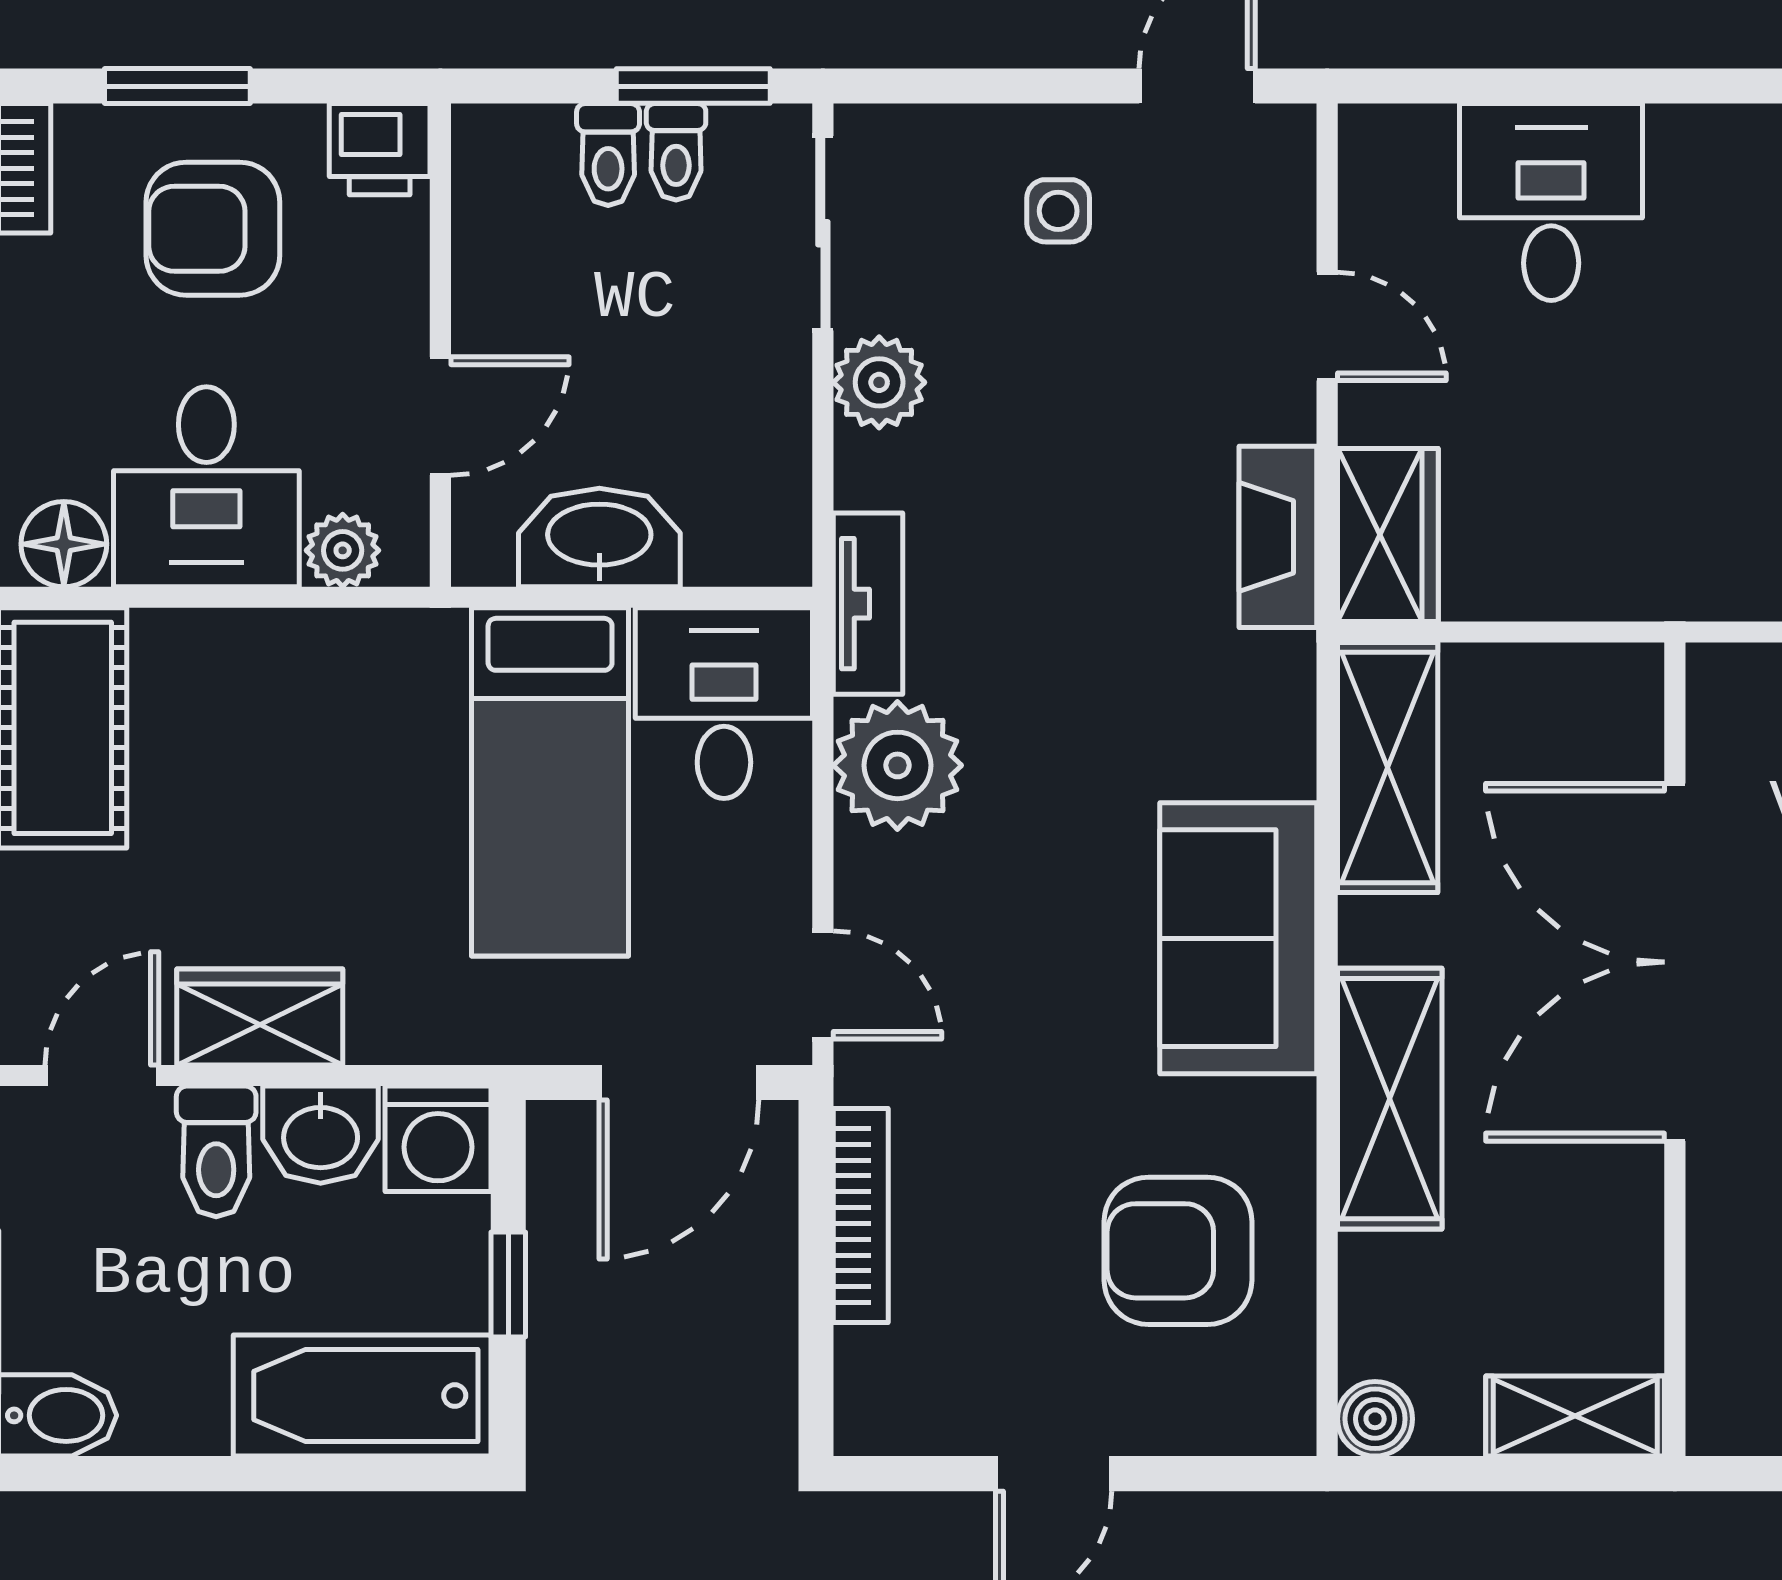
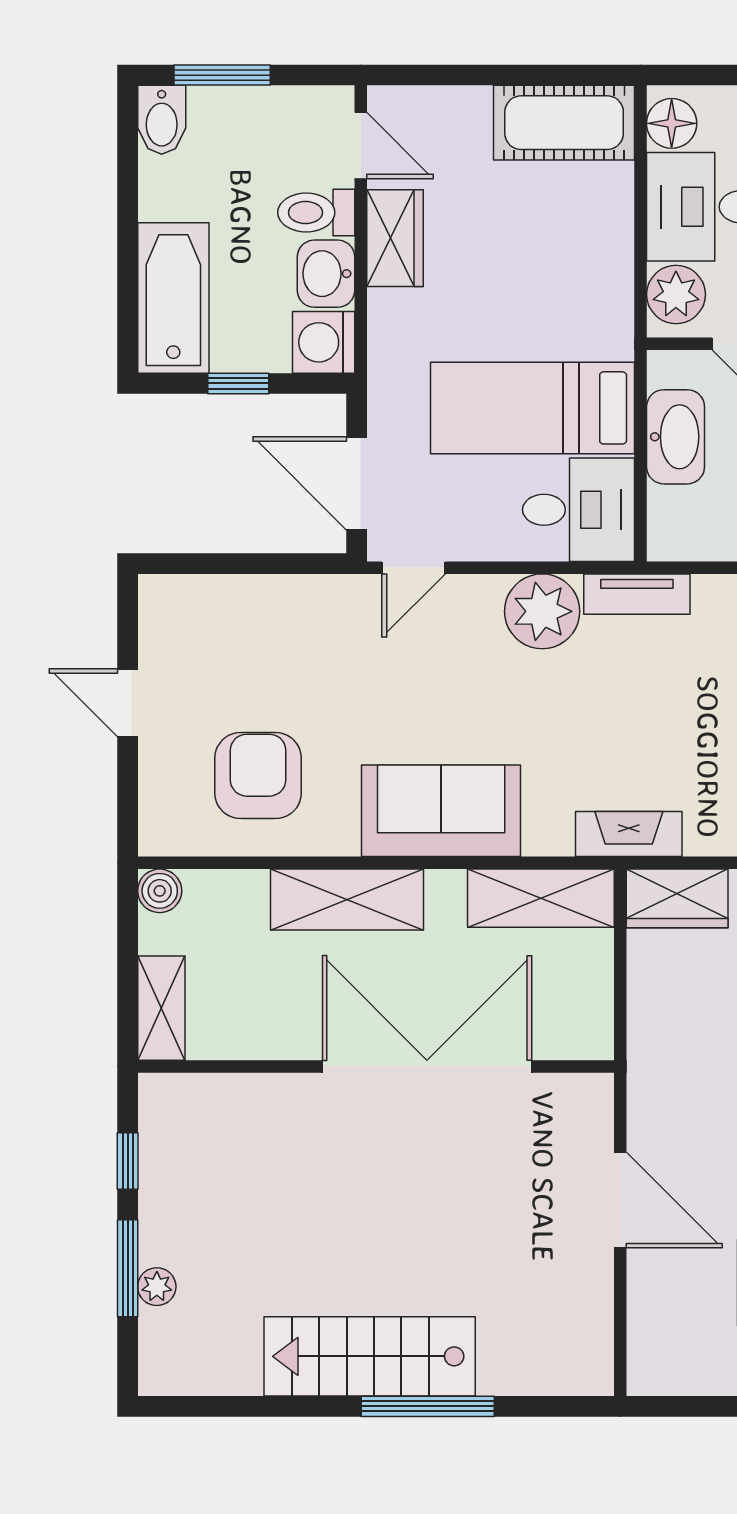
fireplace: (1278, 537) -> (629, 834), moved
plant: (343, 550) -> (676, 294), width x1.38, depth x1.38
bookcase: (861, 1216) -> (279, 590), removed

